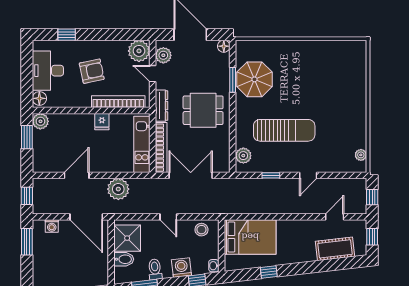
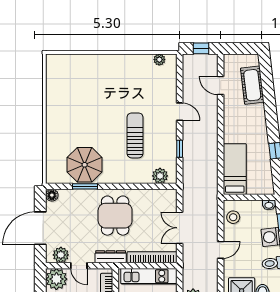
door: (153, 74) -> (79, 266), hinge flipped
sun lounger: (284, 130) -> (135, 135), width x0.73, depth x0.75
double door: (191, 175) -> (180, 228), width x0.73
bed: (250, 237) -> (235, 169), width x0.67
window: (372, 237) -> (240, 48), removed

